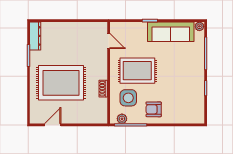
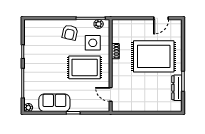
sofa: (171, 32) -> (54, 103), width x0.73
dresser: (35, 36) -> (177, 88), moved
armchair: (154, 109) -> (70, 32), turned 102

